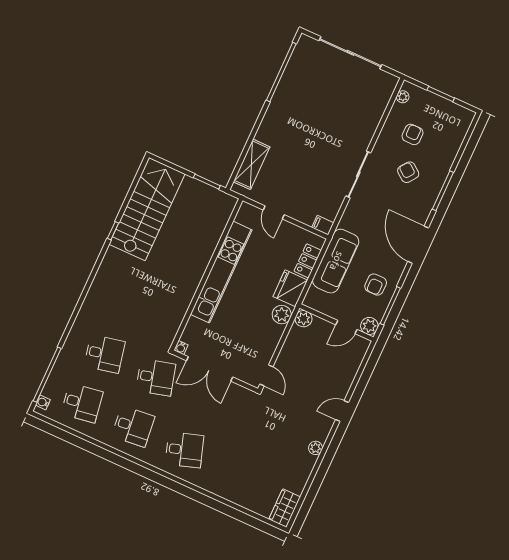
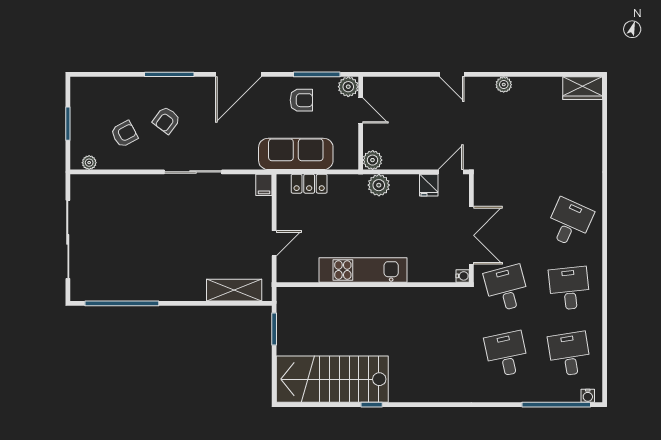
armchair: (412, 134) -> (124, 134), turned 152
kitchen unit: (221, 272) -> (363, 270), width x0.73
fridge: (290, 288) -> (429, 185), moved, width x0.53, depth x0.75
desk: (184, 450) -> (569, 223), turned 42

